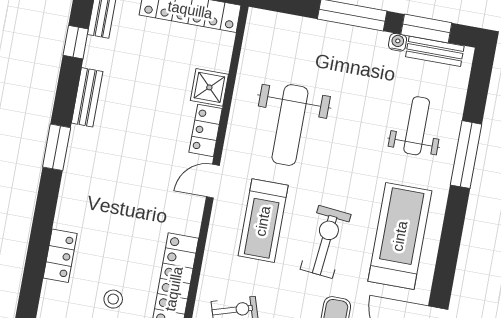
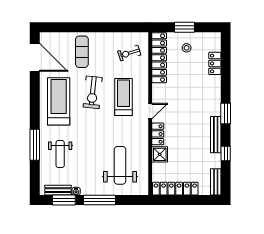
window: (76, 42) -> (226, 153), moved
bench: (87, 97) -> (216, 135), width x1.36
weight bench: (290, 125) -> (120, 165), moved
treadmill: (400, 236) -> (59, 101), turned 180

